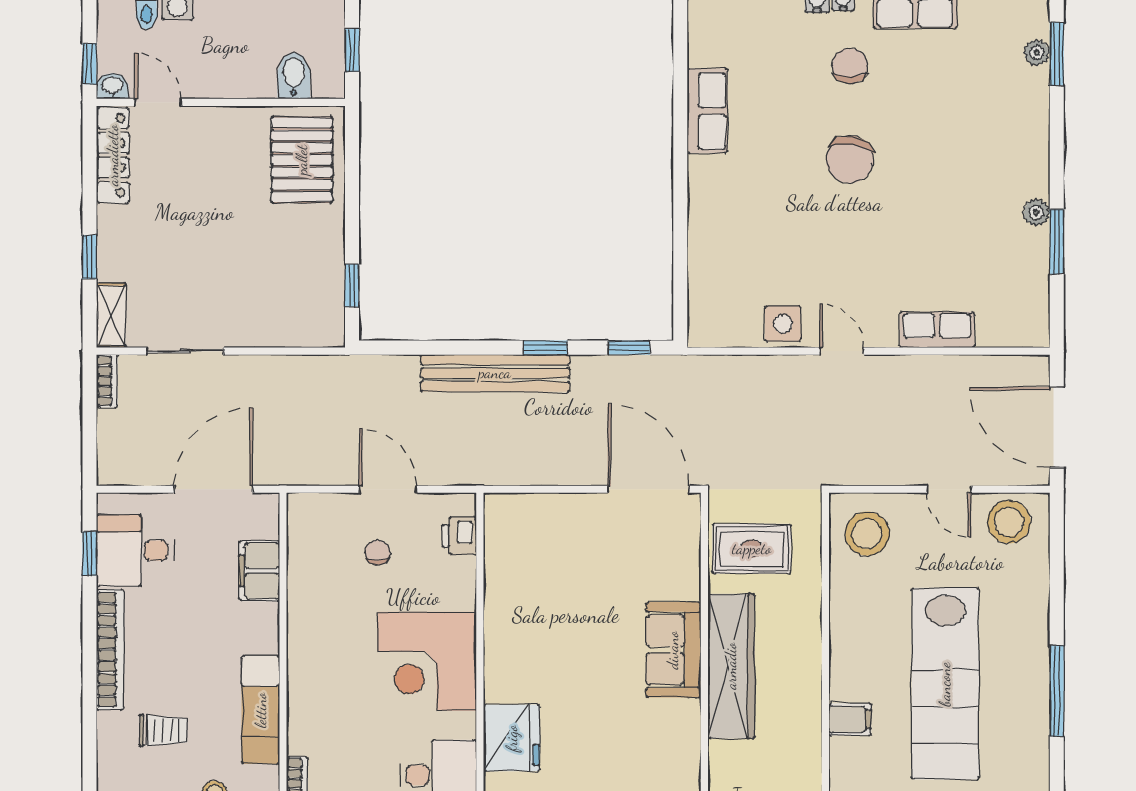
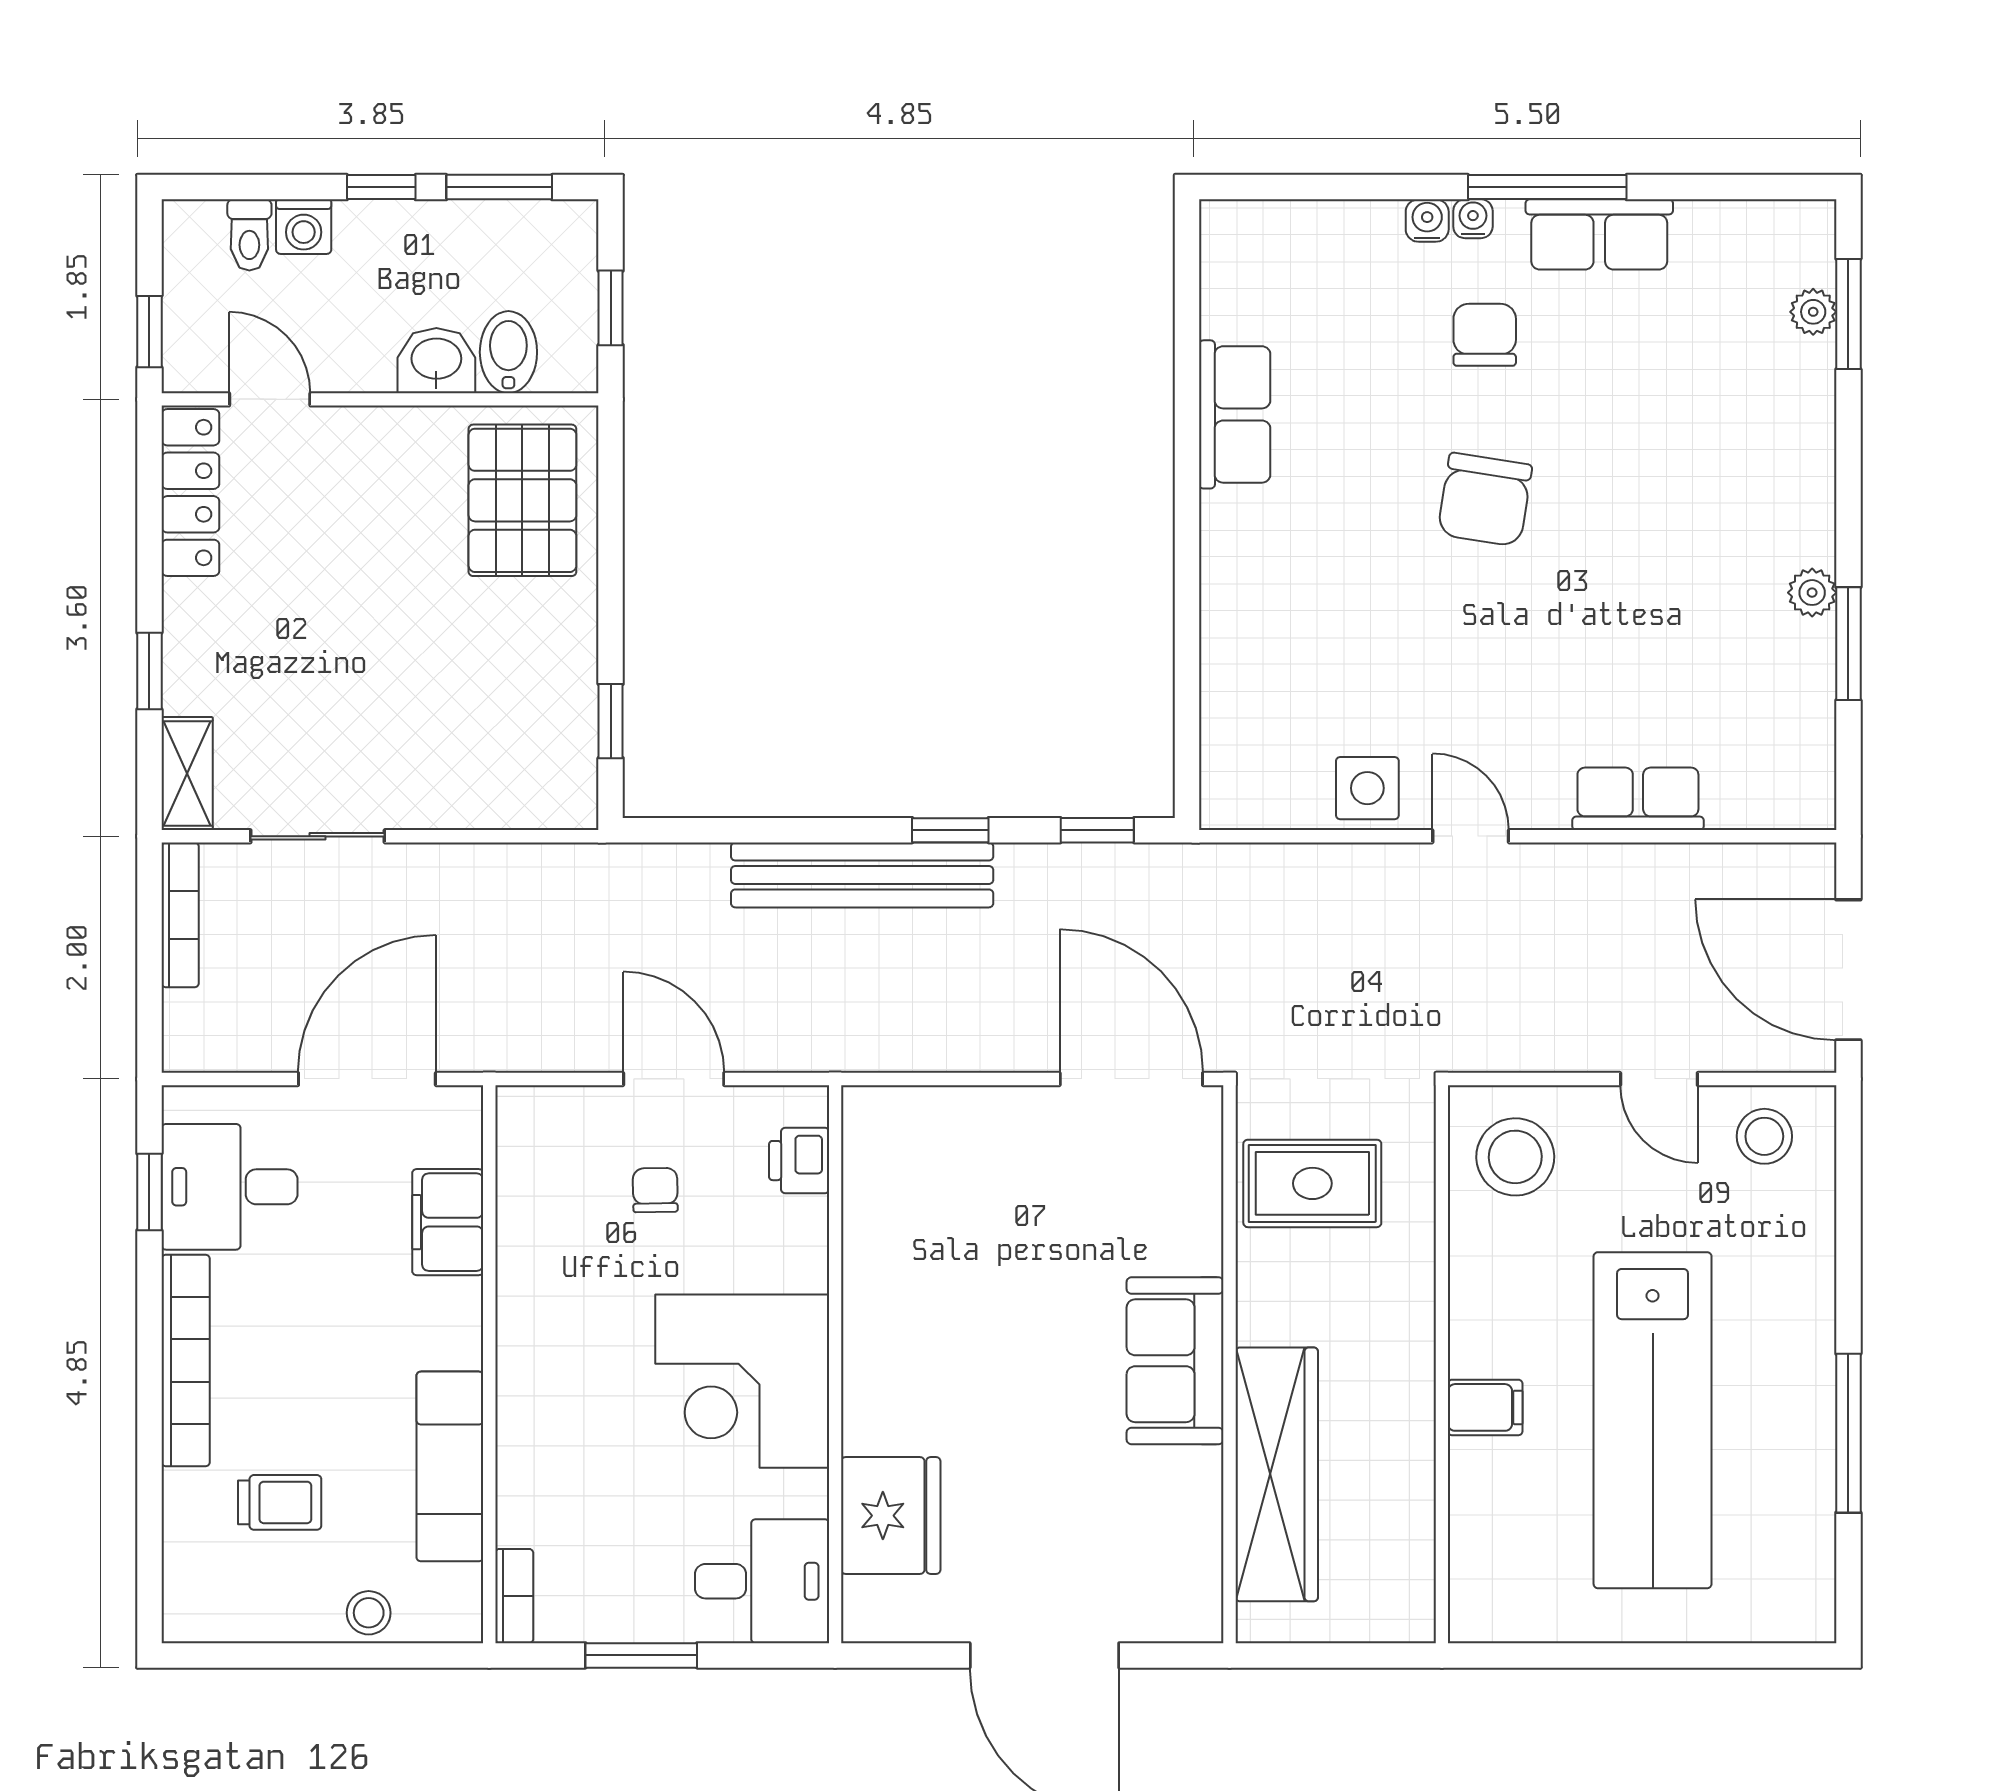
washbasin: (112, 86) -> (436, 361), moved, width x1.38, depth x1.45
bookcase: (107, 381) -> (180, 915), width x1.56
stool: (1009, 522) -> (1764, 1136), width x0.73, depth x0.73
wardrobe: (731, 666) -> (1277, 1474), moved
filing cabinet: (850, 719) -> (1485, 1407), moved

